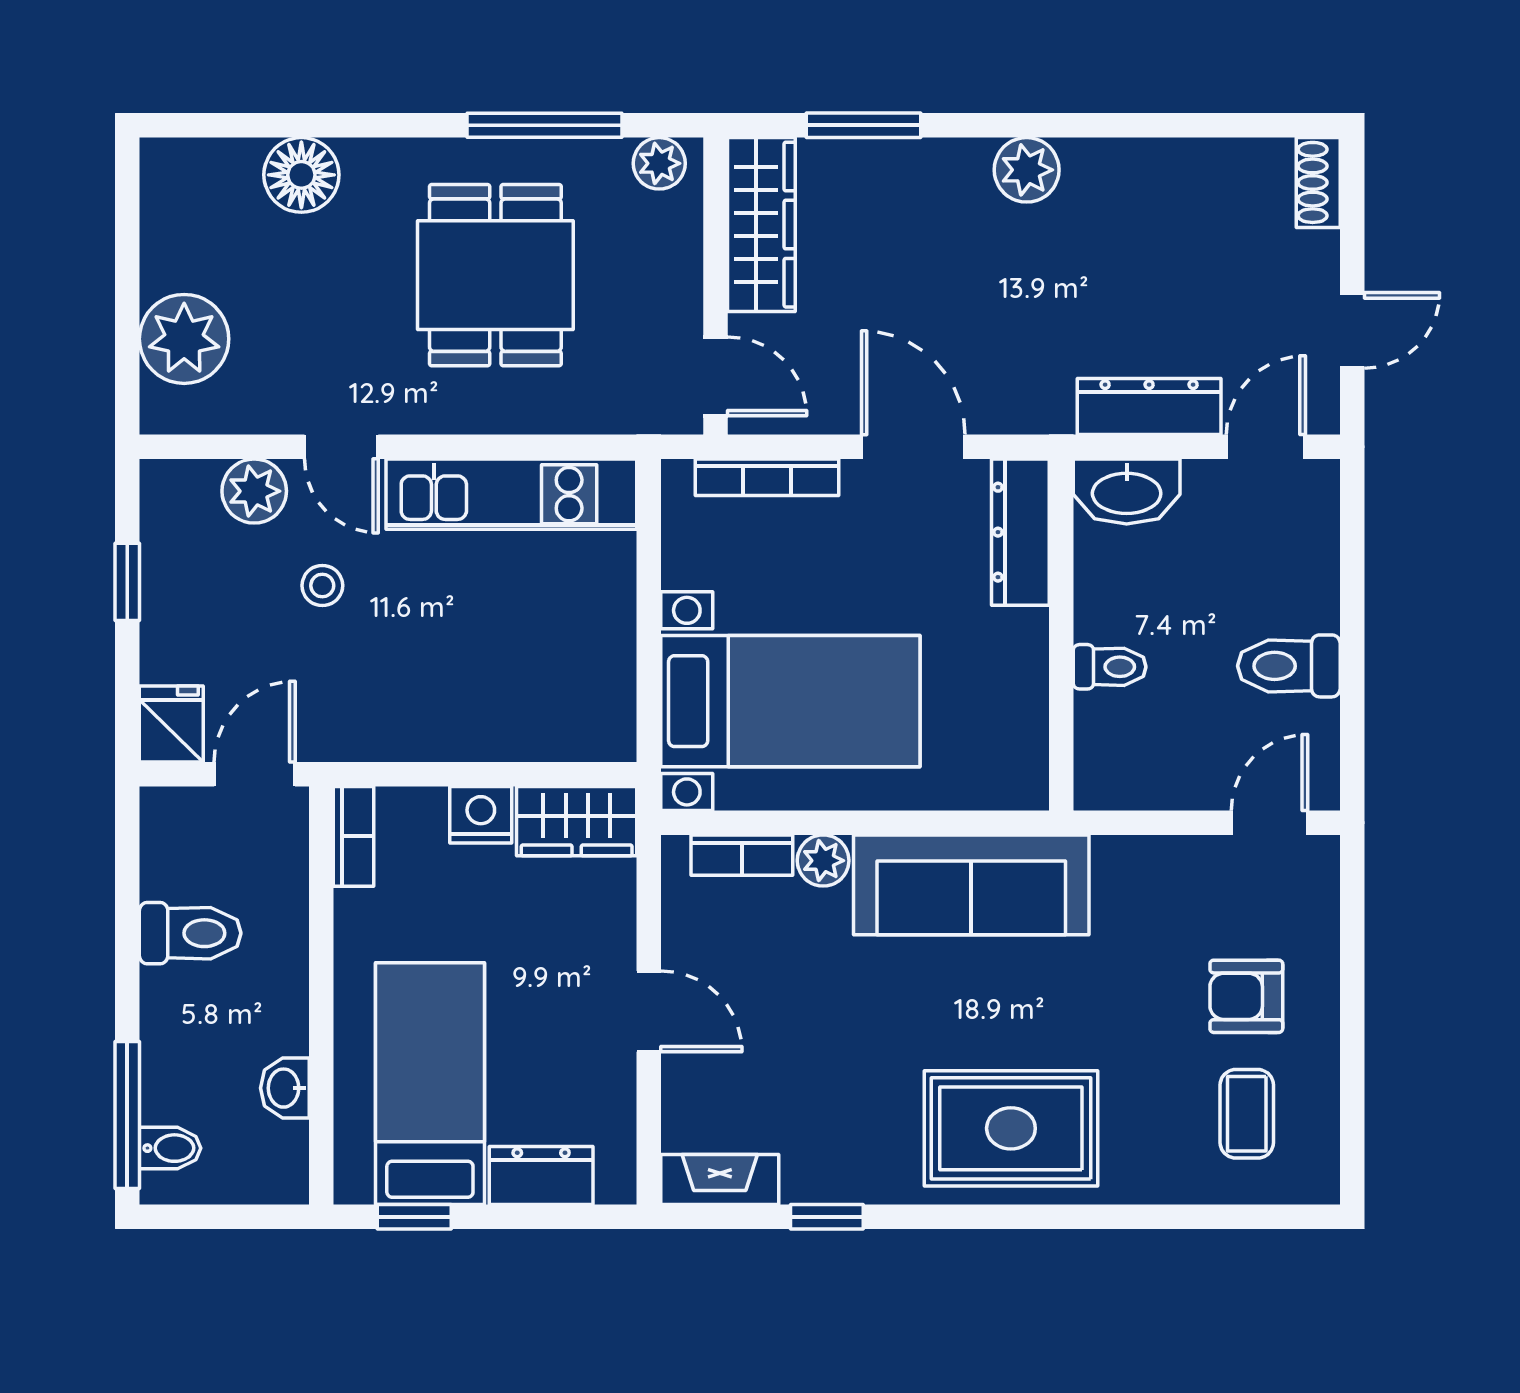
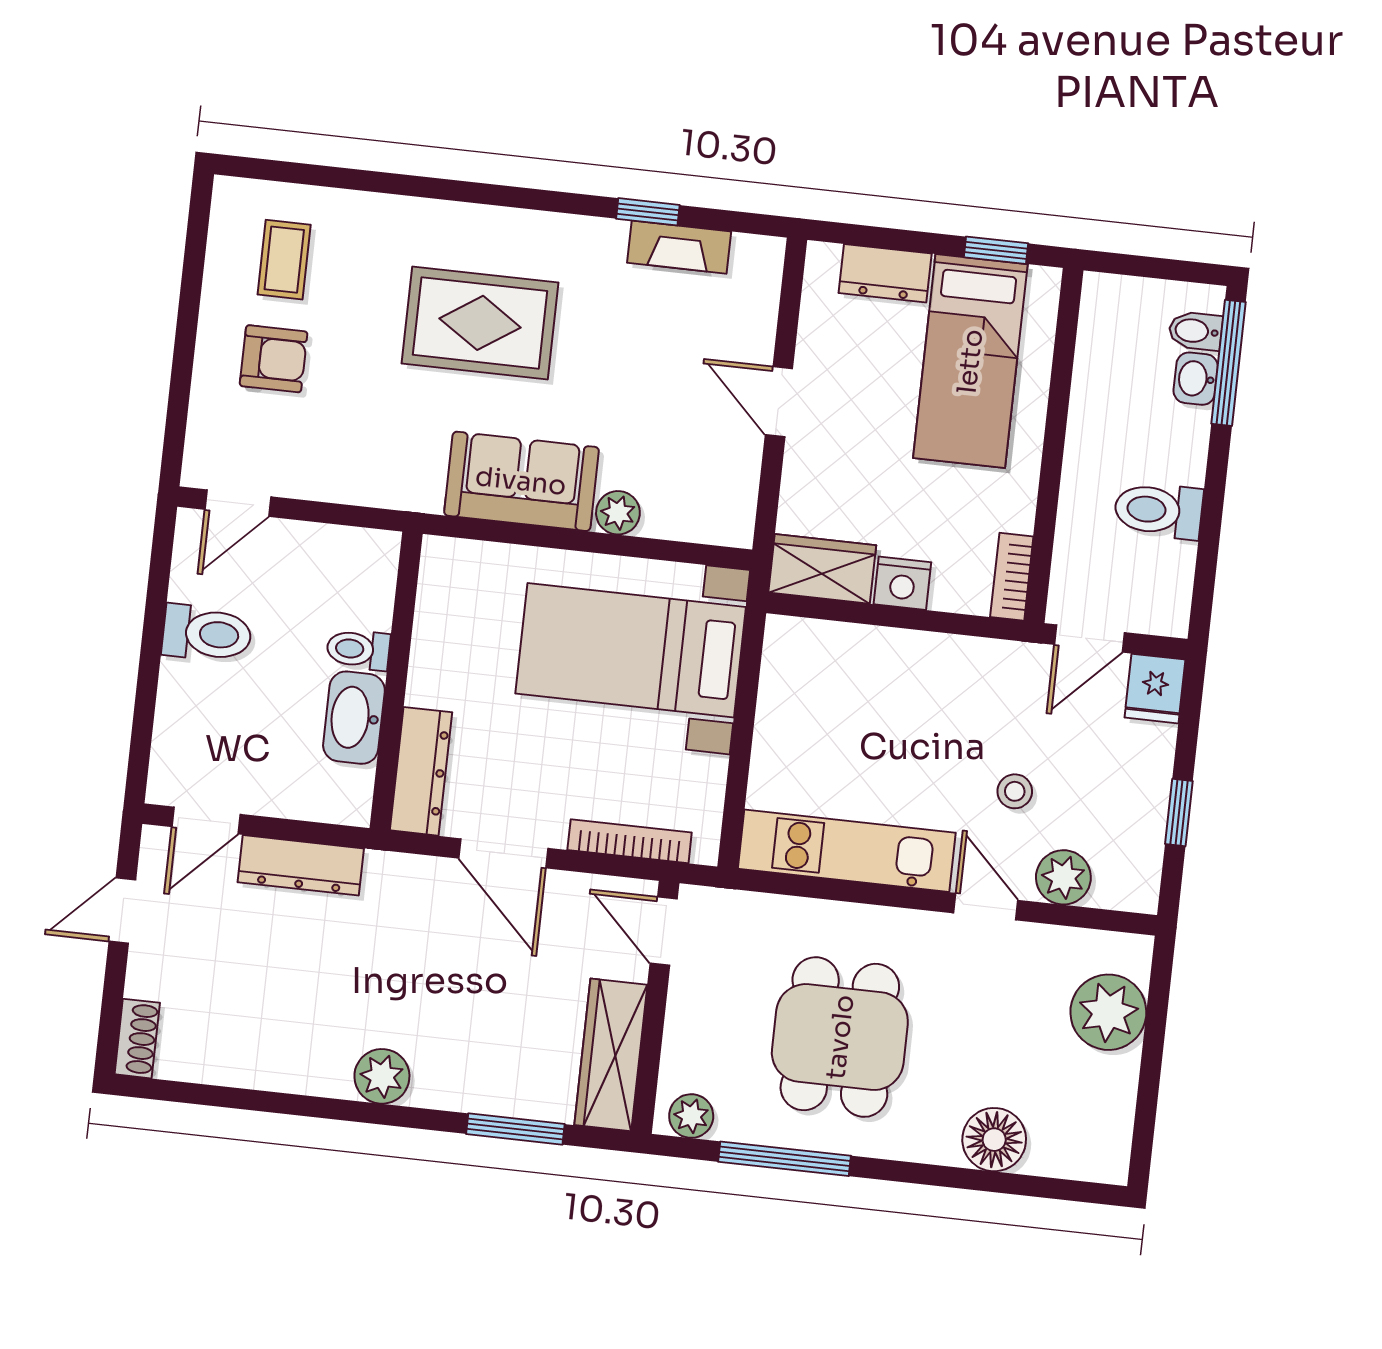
washbasin: (1127, 491) -> (354, 718), moved, turned -90
bookcase: (742, 855) -> (686, 525), removed
sofa: (971, 885) -> (521, 481), width x0.73
washbasin: (285, 1088) -> (1196, 379), moved, turned 180
rug: (1011, 1128) -> (480, 323), moved
fireplace: (720, 1180) -> (679, 247), moved

